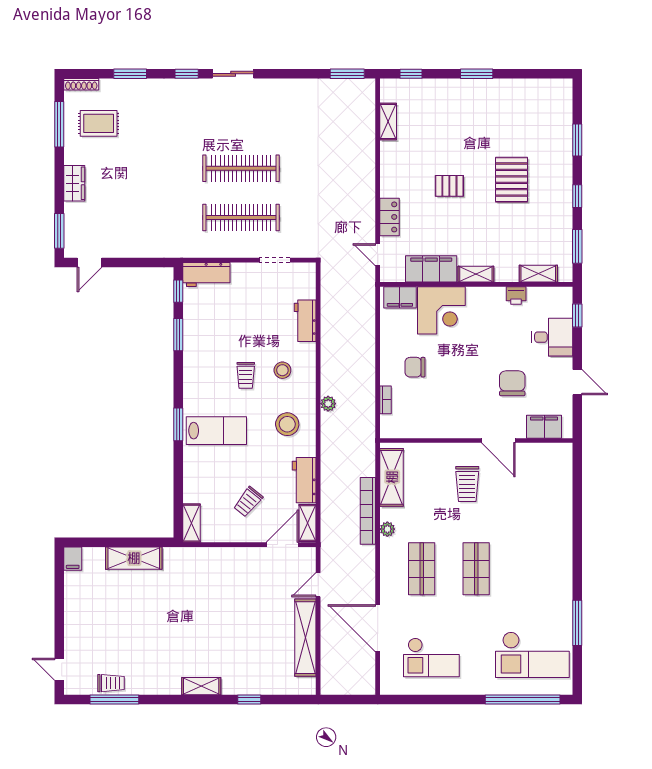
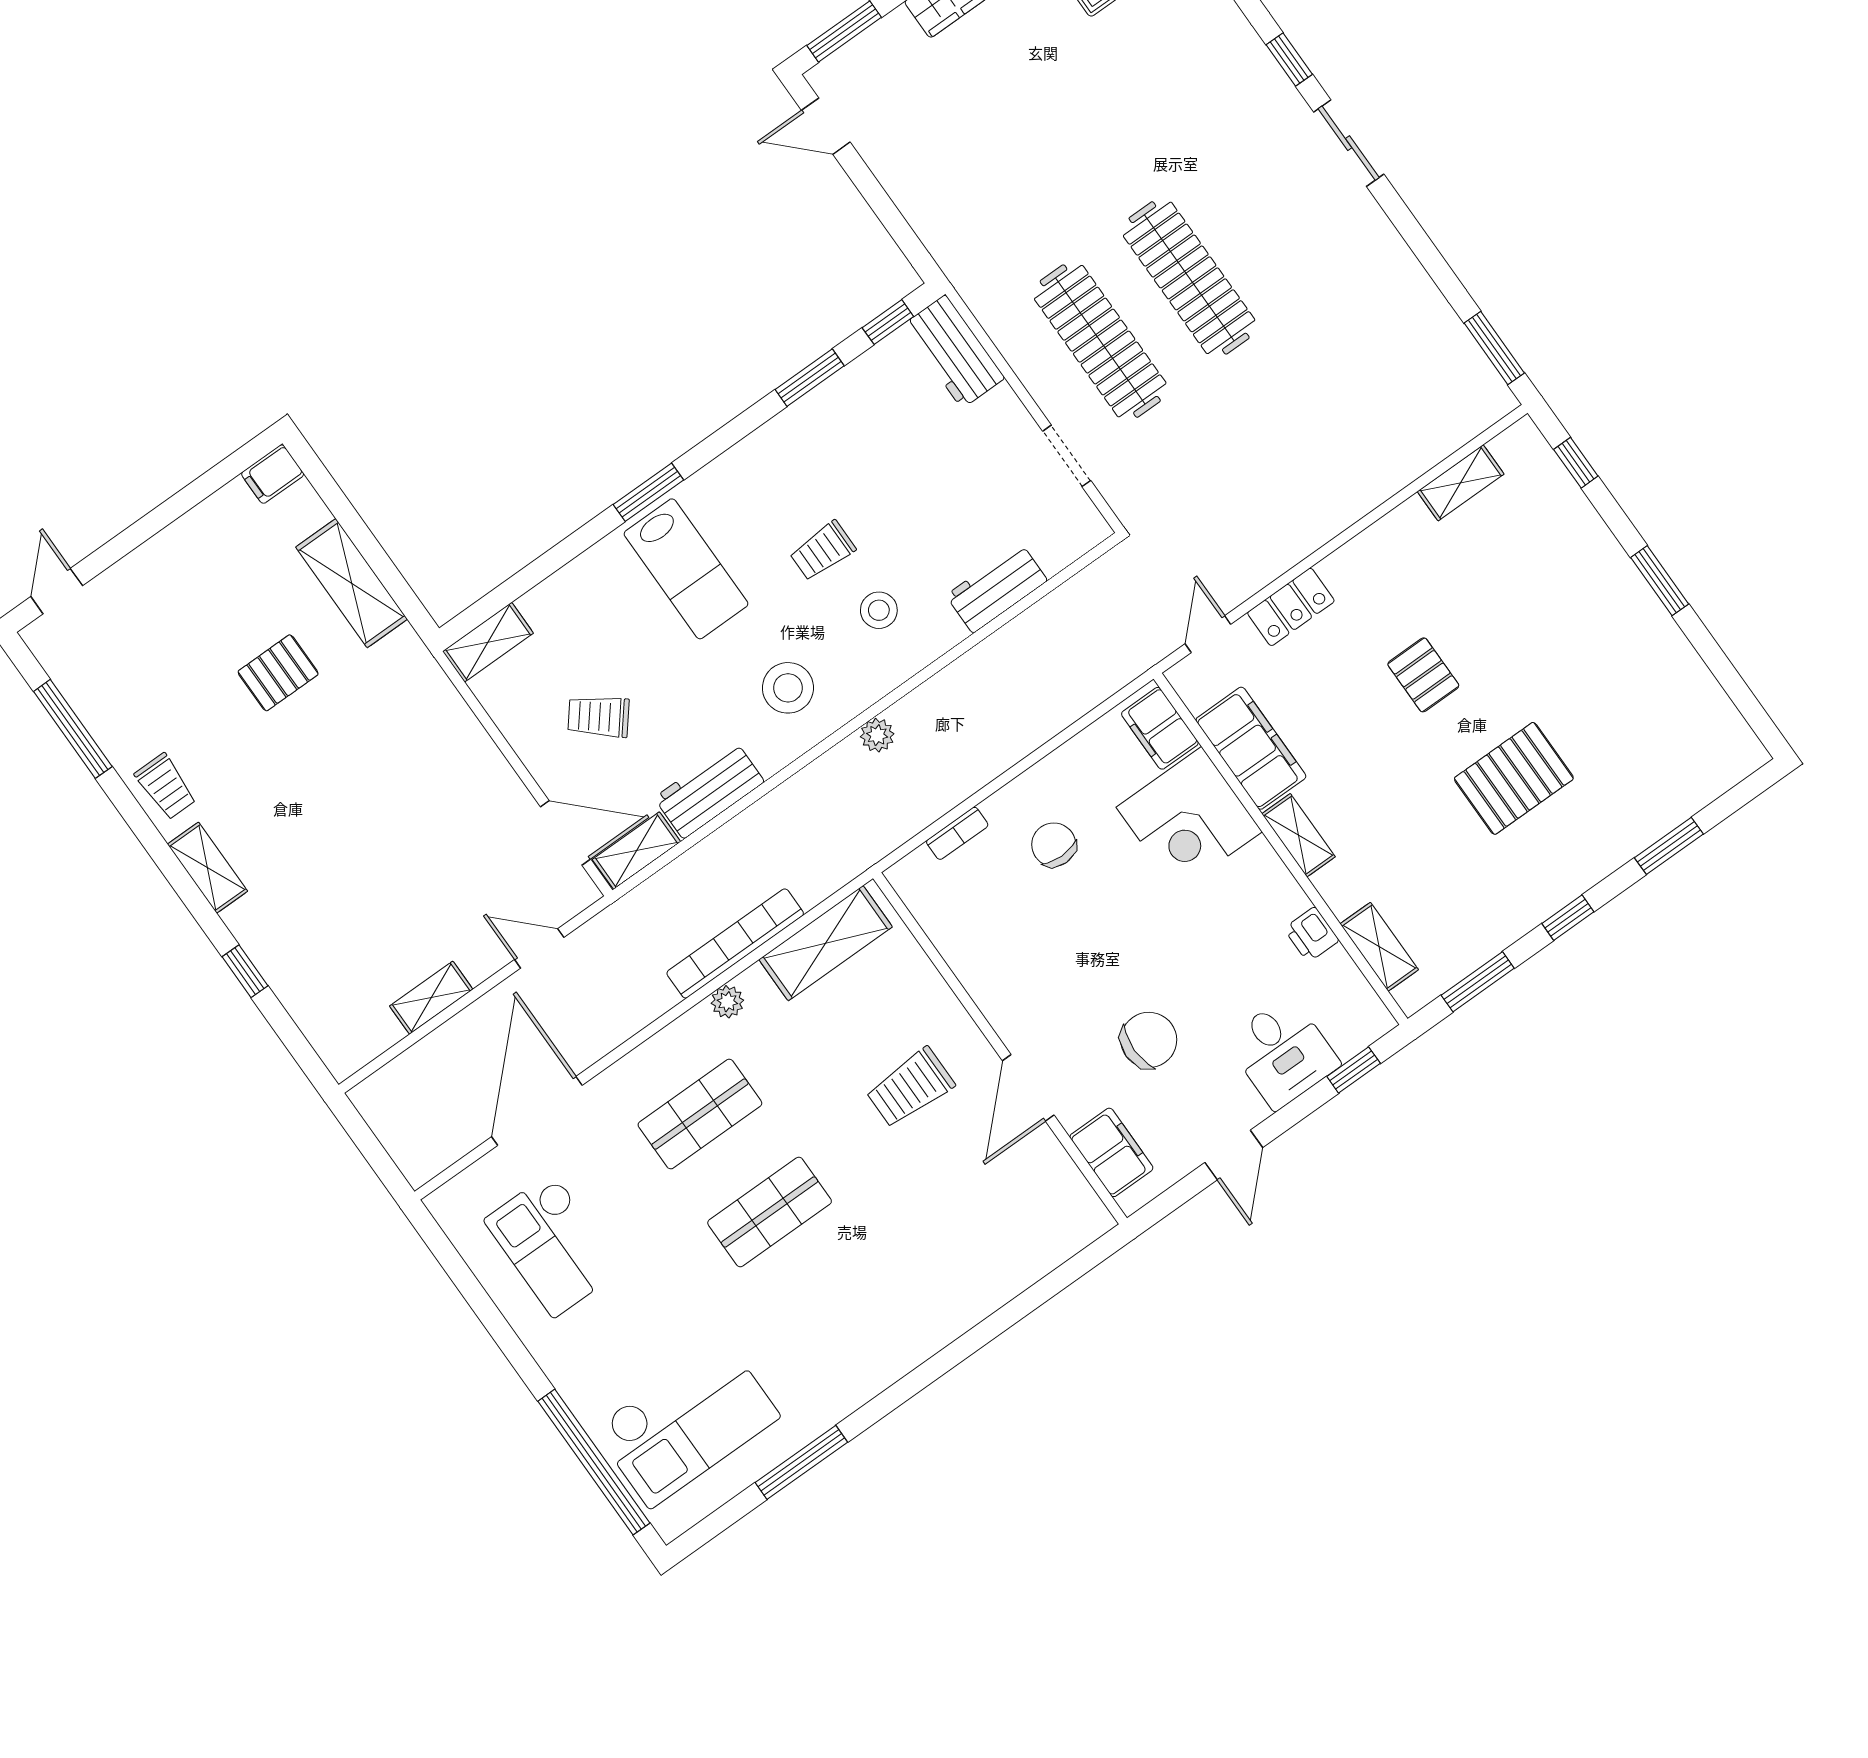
pallet: (148, 609) -> (278, 673), added
shelving: (305, 638) -> (431, 998), width x0.45, depth x0.75
checkout: (532, 655) -> (687, 1423), turned -90
trolley: (111, 683) -> (166, 786), moved

